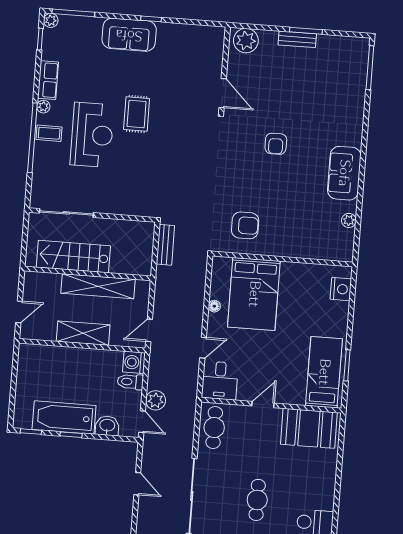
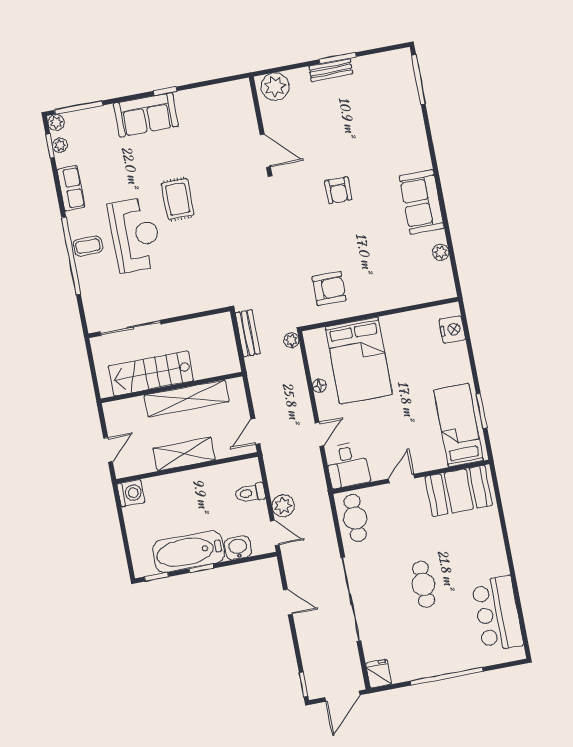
plant: (43, 107) -> (60, 145), moved
plant: (201, 261) -> (291, 340), added
washing machine: (134, 362) -> (131, 493), moved, turned 180

